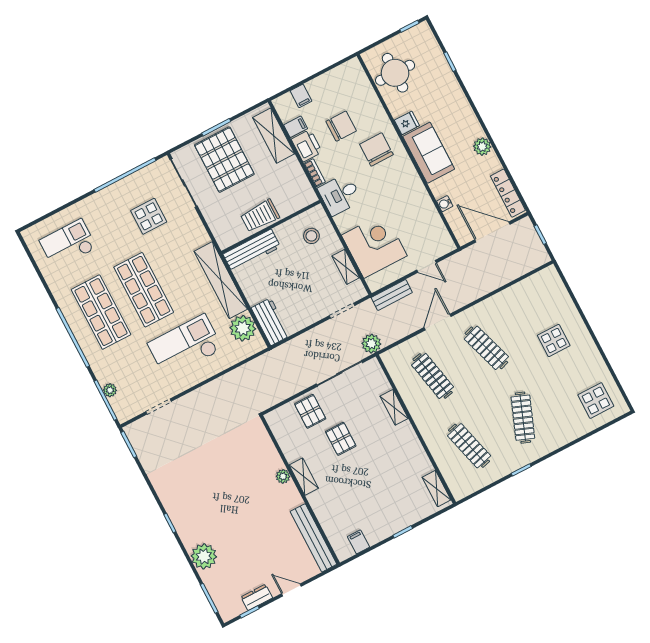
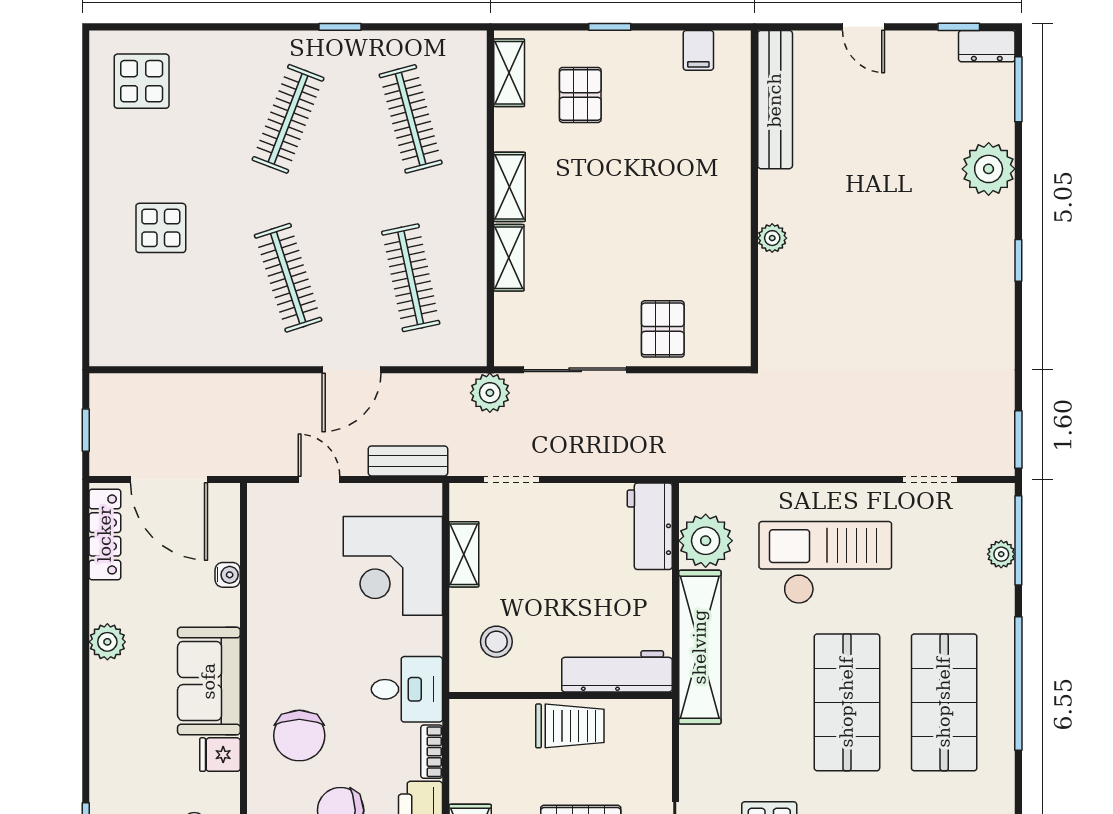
checkout: (185, 346) -> (825, 563), turned 180
pallet: (341, 439) -> (580, 95), moved
shelving: (304, 477) -> (509, 187), moved
dresser: (257, 597) -> (987, 46), moved

